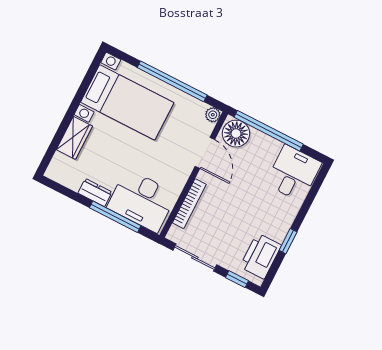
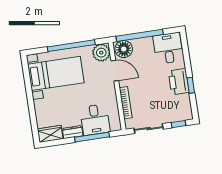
plant: (213, 115) -> (101, 53), width x1.88, depth x1.88
wardrobe: (74, 138) -> (50, 134), moved, turned -90
desk: (142, 201) -> (95, 120), width x0.73
printer: (261, 256) -> (179, 82), moved

